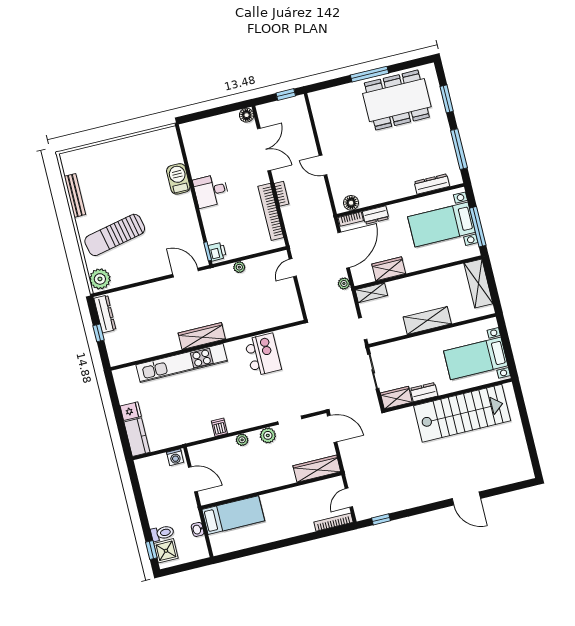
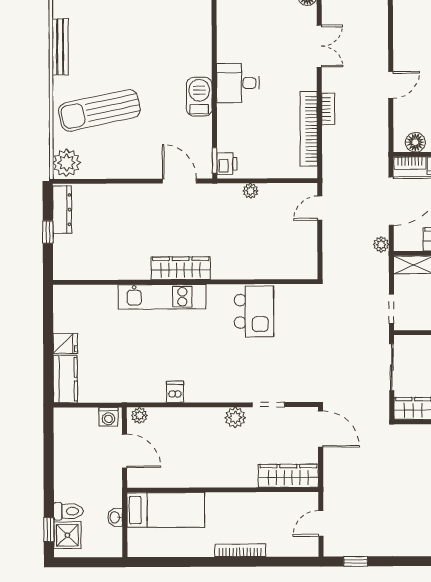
double door: (264, 149) -> (319, 46), width x0.73
door: (323, 165) -> (391, 85), swing flipped
barbecue: (178, 179) -> (199, 97), moved
kitchen unit: (182, 363) -> (162, 297), width x0.73
plant: (242, 440) -> (139, 415), moved
bookcase: (333, 522) -> (240, 550), moved

